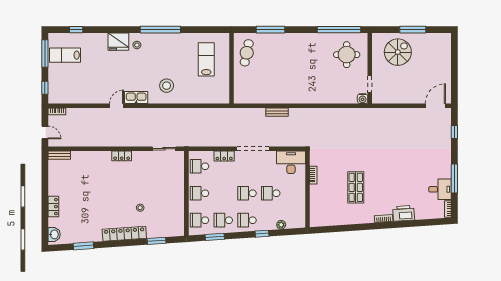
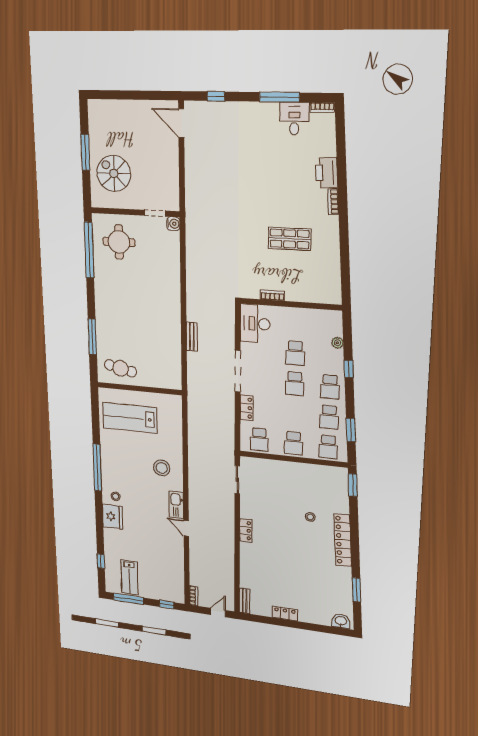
lab bench: (206, 59) -> (130, 418), width x1.36, depth x1.39
locker: (53, 207) -> (285, 613), moved
window: (156, 241) -> (353, 485), moved

